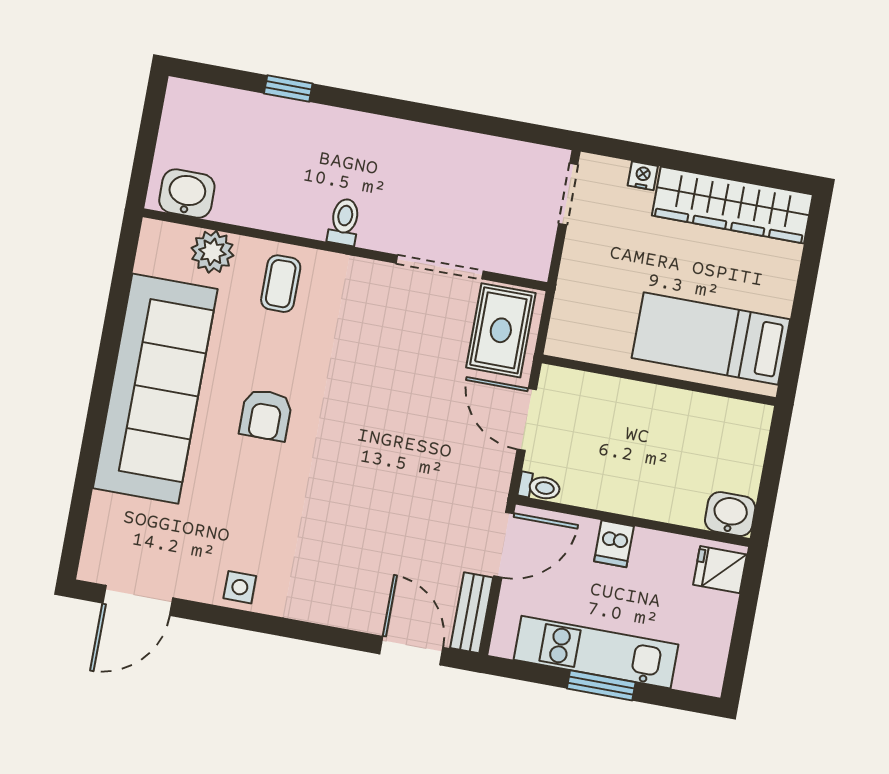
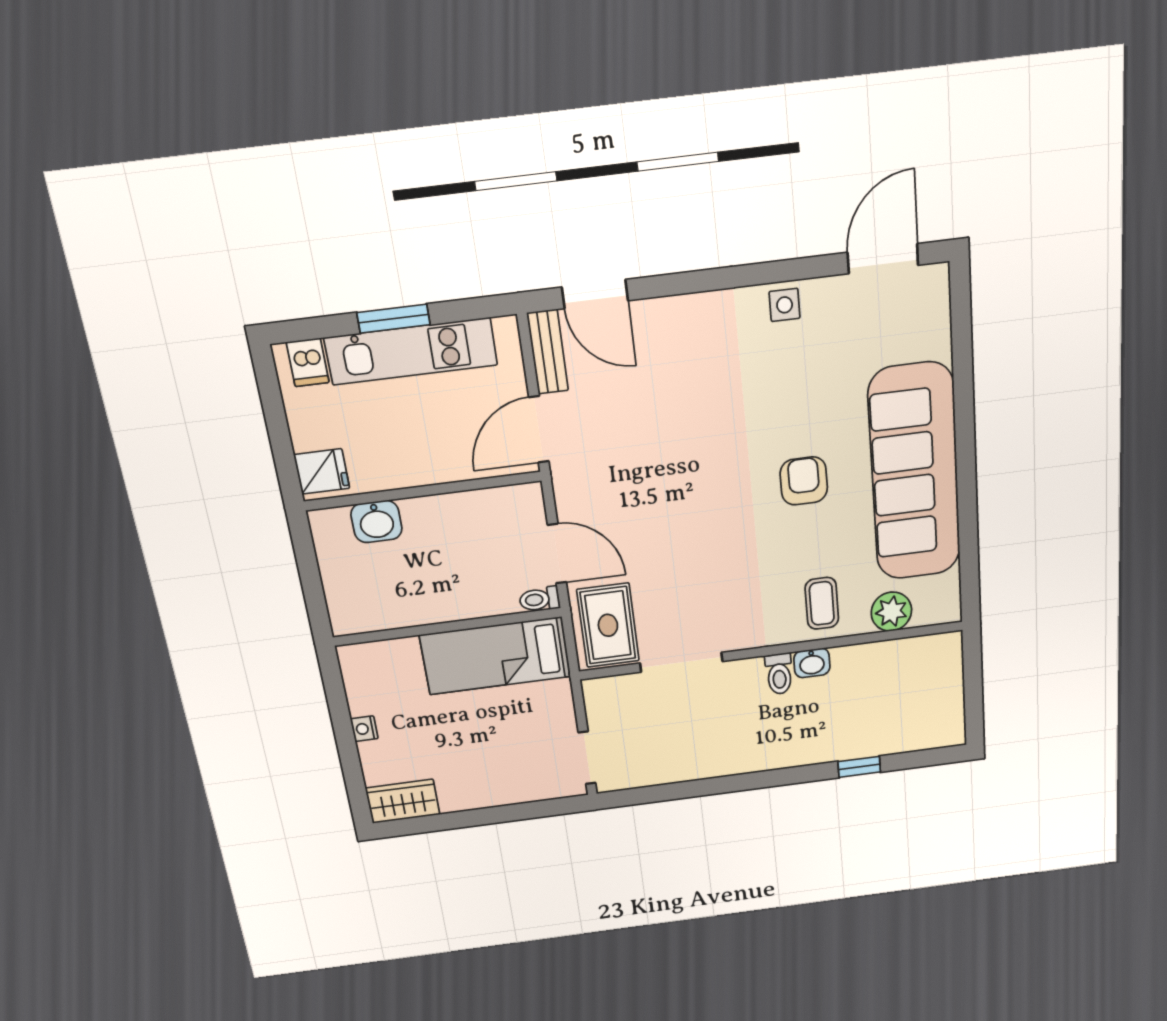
nightstand: (643, 176) -> (364, 729), moved, turned 90
washbasin: (187, 194) -> (812, 663), moved, width x0.72, depth x0.69
wardrobe: (732, 205) -> (403, 801), width x0.48, depth x0.85
bed: (711, 339) -> (496, 656), moved, turned 180
toilet: (539, 487) -> (540, 599), moved
washbasin: (730, 514) -> (376, 522), moved
dishwasher: (614, 544) -> (308, 362), moved, turned 180

